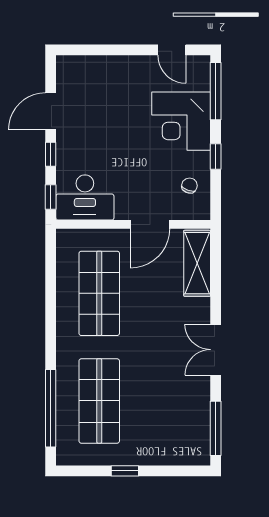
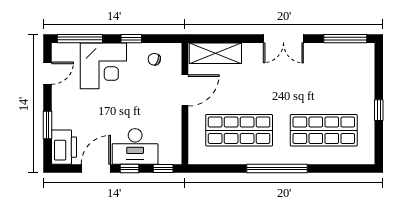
window: (106, 50) -> (48, 125), added
printer: (78, 71) -> (64, 147), added
door: (51, 111) -> (96, 168), swing flipped
desk: (85, 198) -> (135, 146), moved, turned 90
door: (150, 224) -> (185, 90), hinge flipped
window: (51, 408) -> (277, 168), moved

